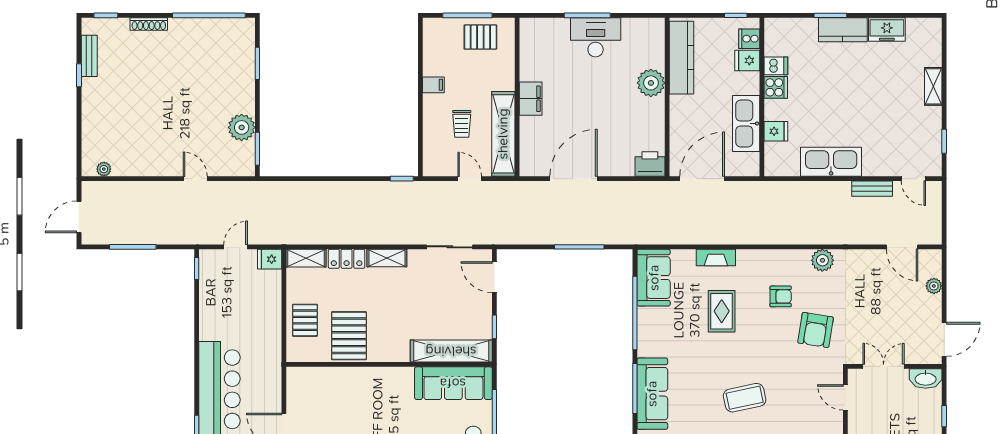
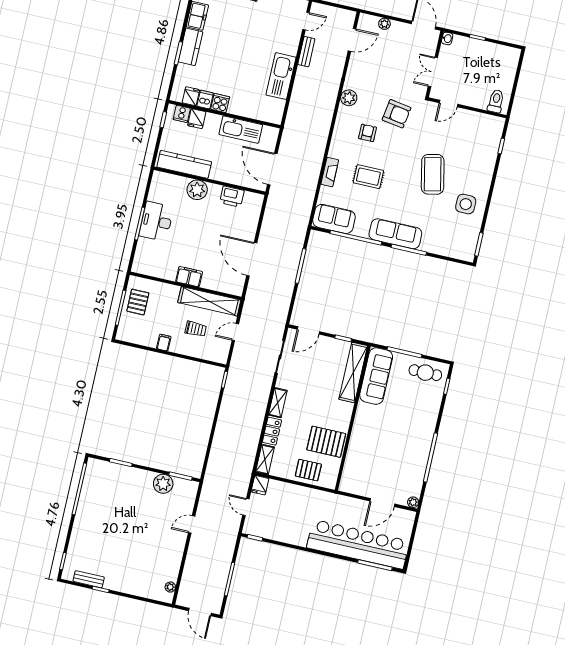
shoe rack: (149, 24) -> (76, 532), removed
fridge: (776, 131) -> (191, 96), moved
printer: (650, 164) -> (232, 197), moved, turned -90
washbasin: (926, 379) -> (447, 38), width x0.52, depth x0.69
sofa: (652, 394) -> (395, 234), moved
coffee table: (745, 398) -> (433, 174), width x1.36, depth x1.32

